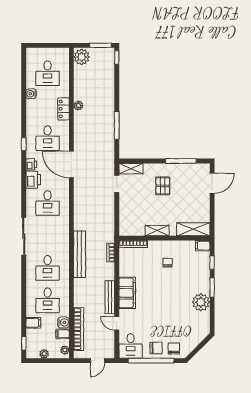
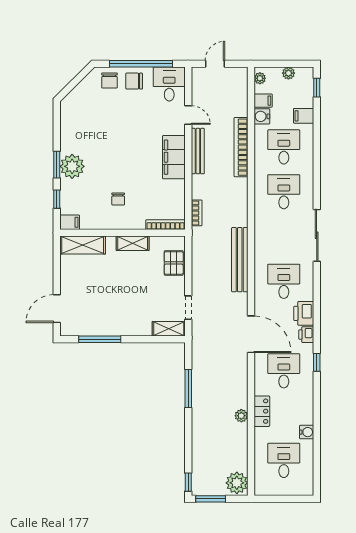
pallet: (163, 186) -> (174, 263), moved
bench: (79, 254) -> (240, 260), moved
plant: (201, 302) -> (72, 166), moved
bookcase: (79, 329) -> (241, 147), moved

